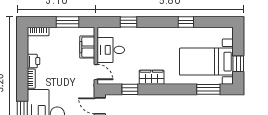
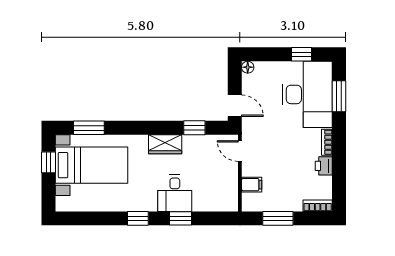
window: (128, 22) -> (180, 218), moved
window: (186, 22) -> (138, 218), moved
filing cabinet: (87, 47) -> (252, 185), width x0.50
desk: (111, 50) -> (175, 193), moved, turned 90

